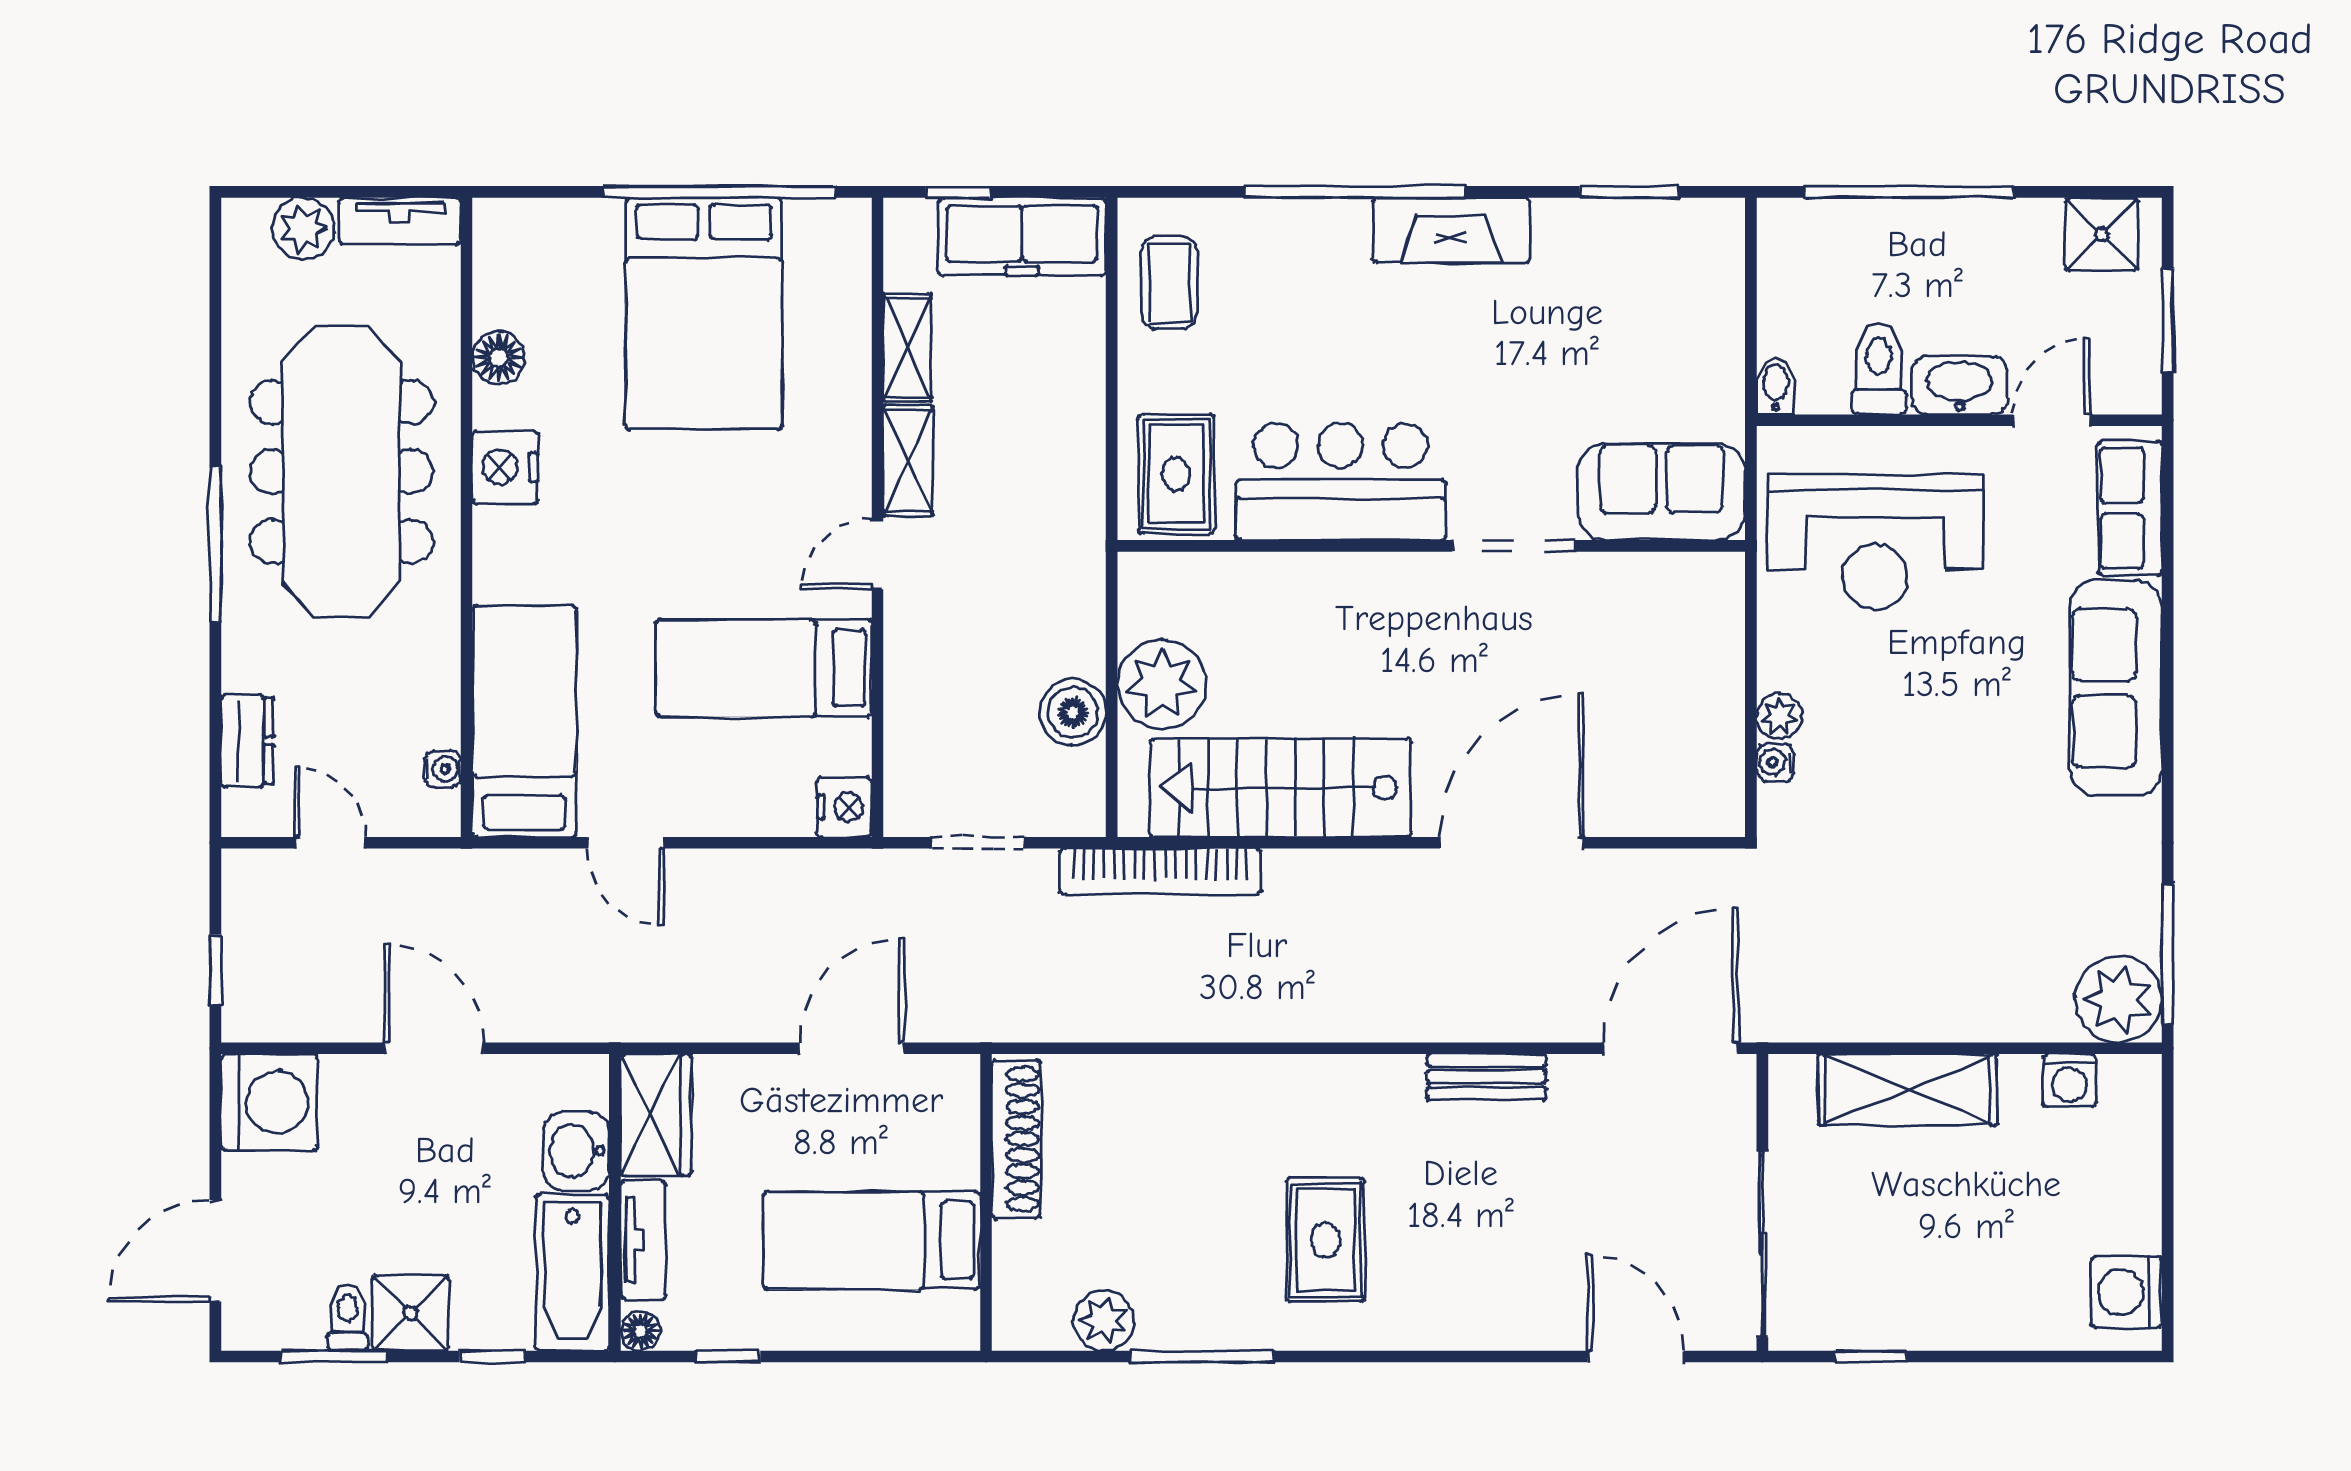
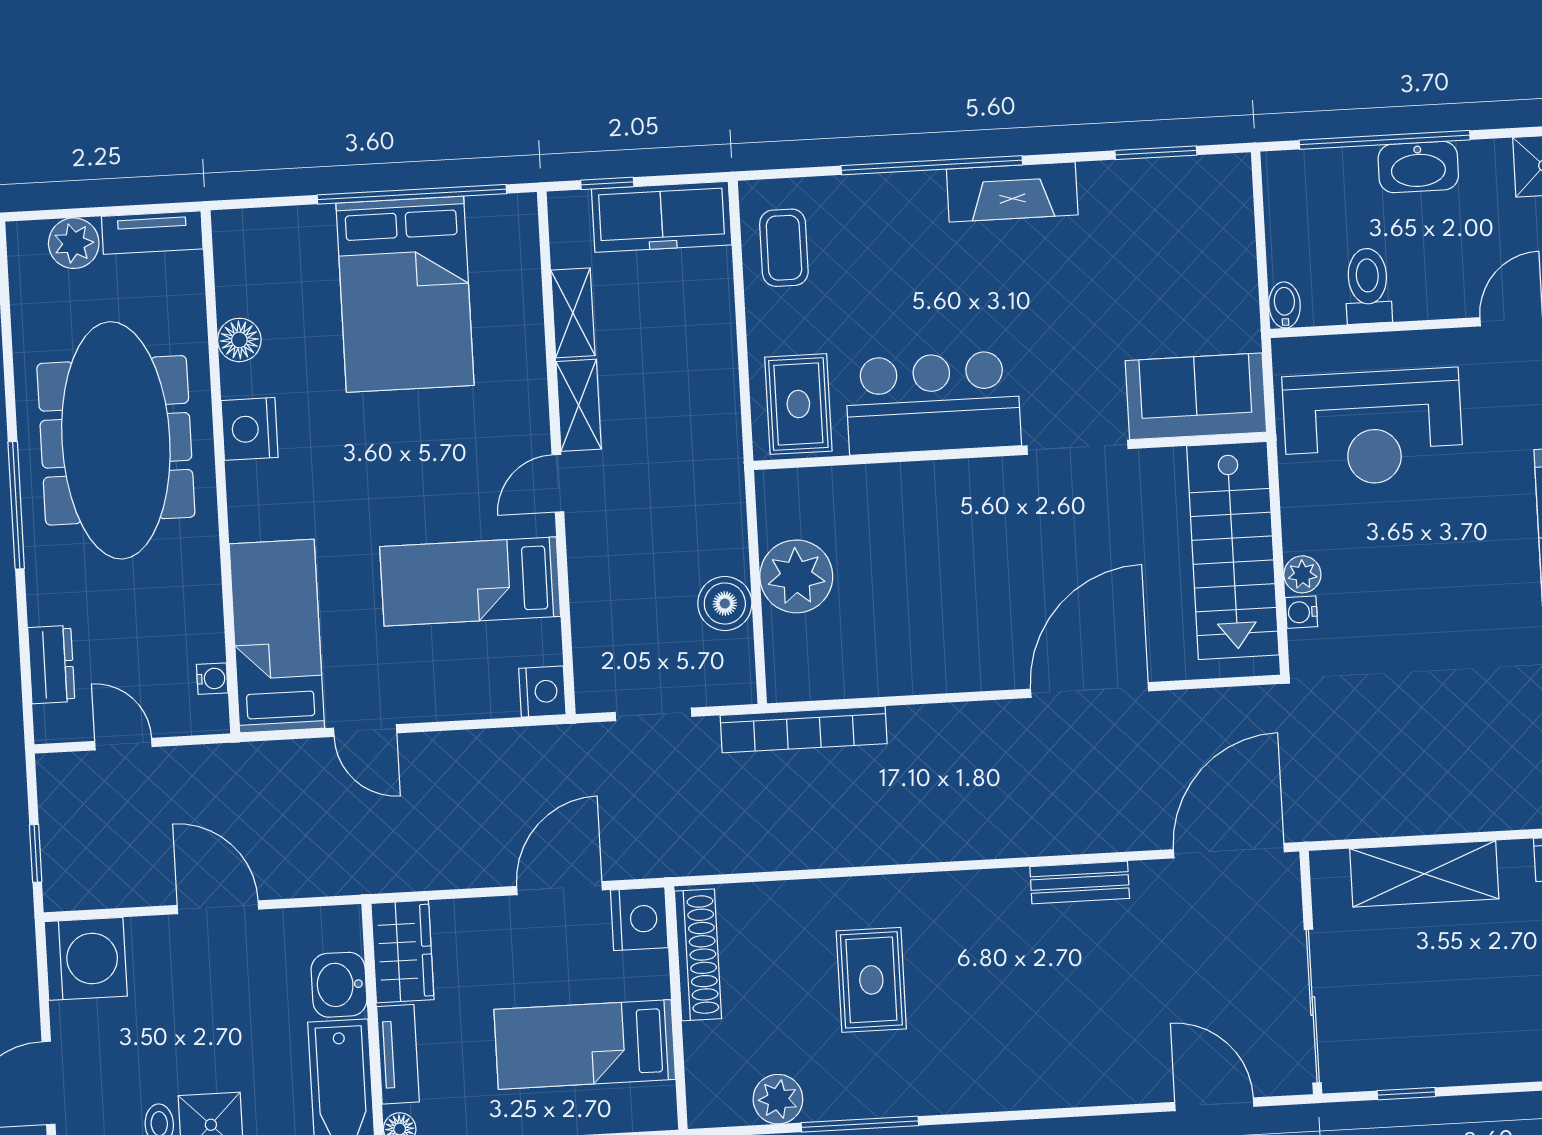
washbasin: (1960, 385) -> (1418, 167), moved, turned 180
stairs: (1281, 788) -> (1233, 550), moved, turned -90
nightstand: (947, 1091) -> (639, 919), added
rug: (1325, 1240) -> (871, 980), moved

